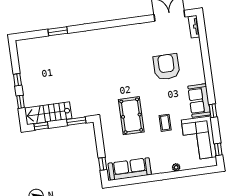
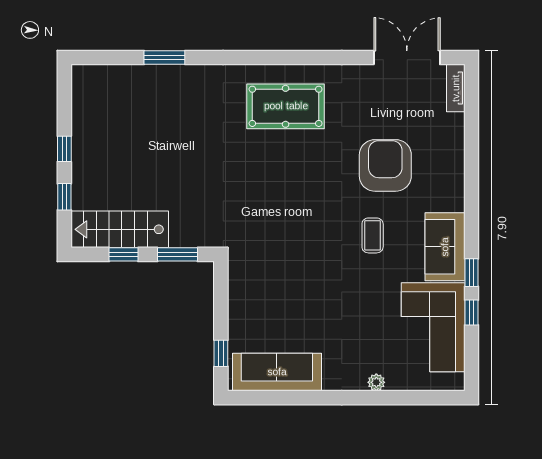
pool table: (131, 116) -> (286, 106), moved, turned 90
coffee table: (165, 123) -> (373, 235), moved
window: (41, 126) -> (124, 254), moved
window: (218, 149) -> (472, 312), moved

